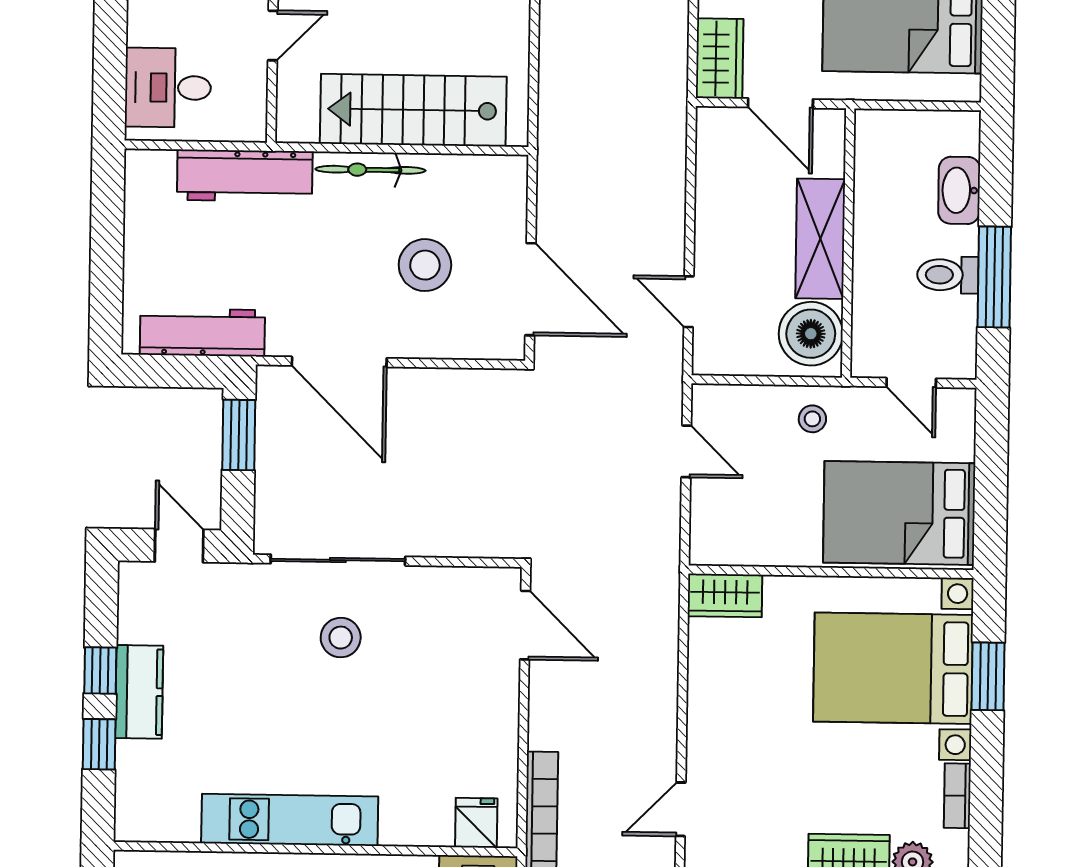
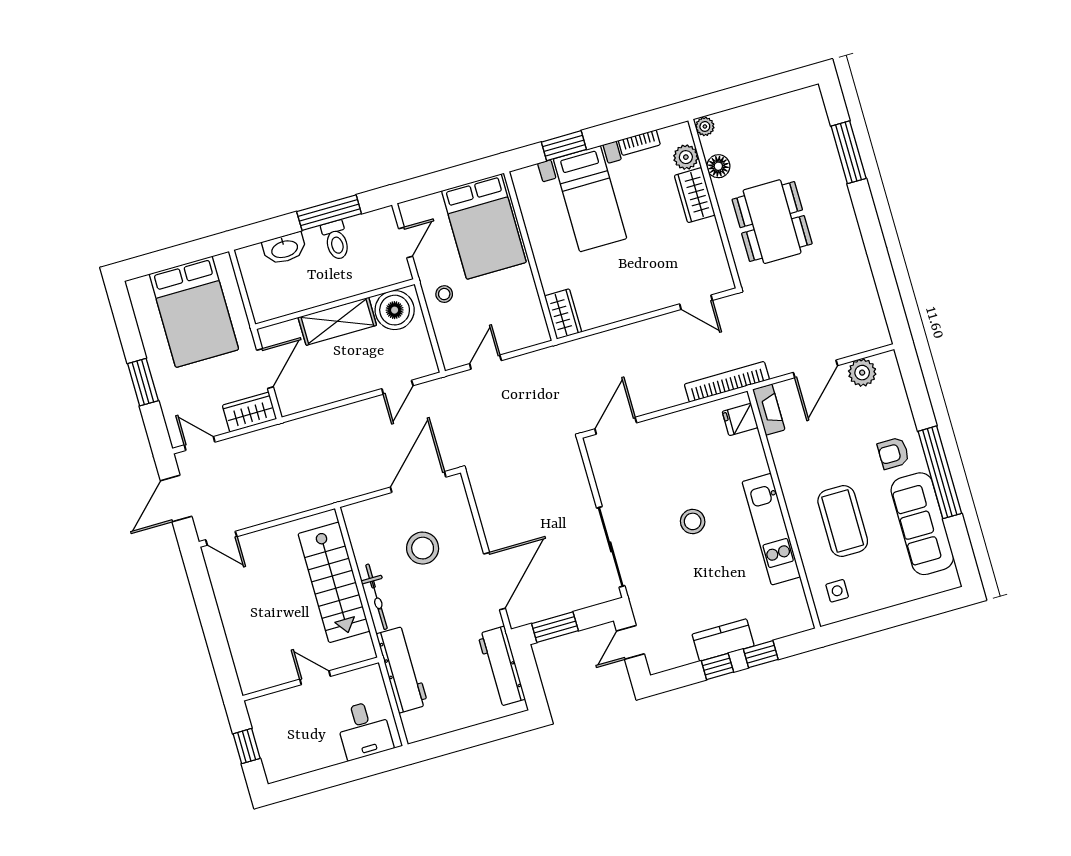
stool: (341, 638) -> (693, 521), moved
bed with nightstands: (893, 668) -> (590, 199), width x0.73

